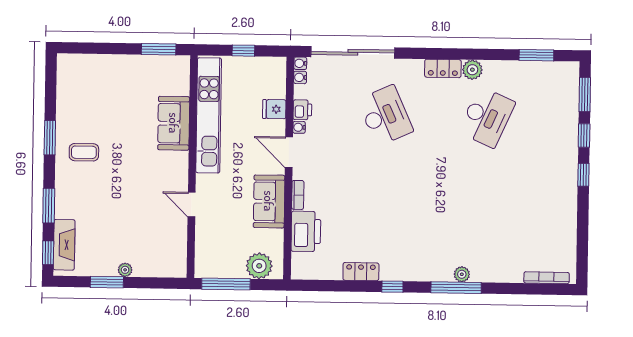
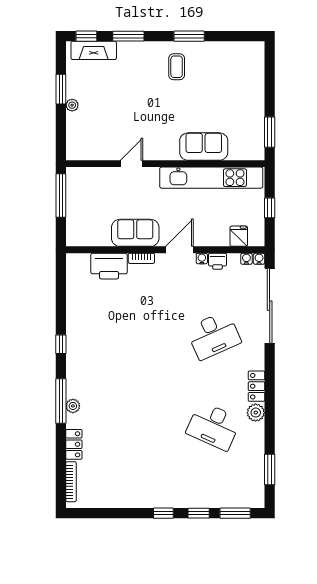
fridge: (274, 109) -> (239, 236), moved
plant: (259, 266) -> (78, 225), removed
locker: (361, 272) -> (74, 444), moved

